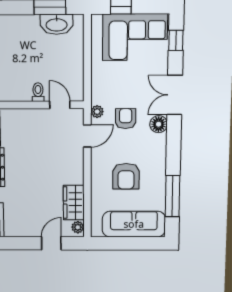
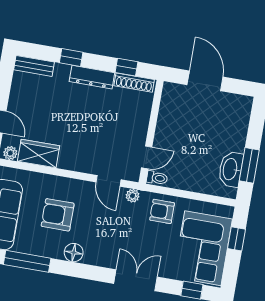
toilet: (38, 92) -> (157, 178), moved
armchair: (126, 119) -> (162, 211), moved, turned 180
floor lamp: (159, 124) -> (74, 253), moved

